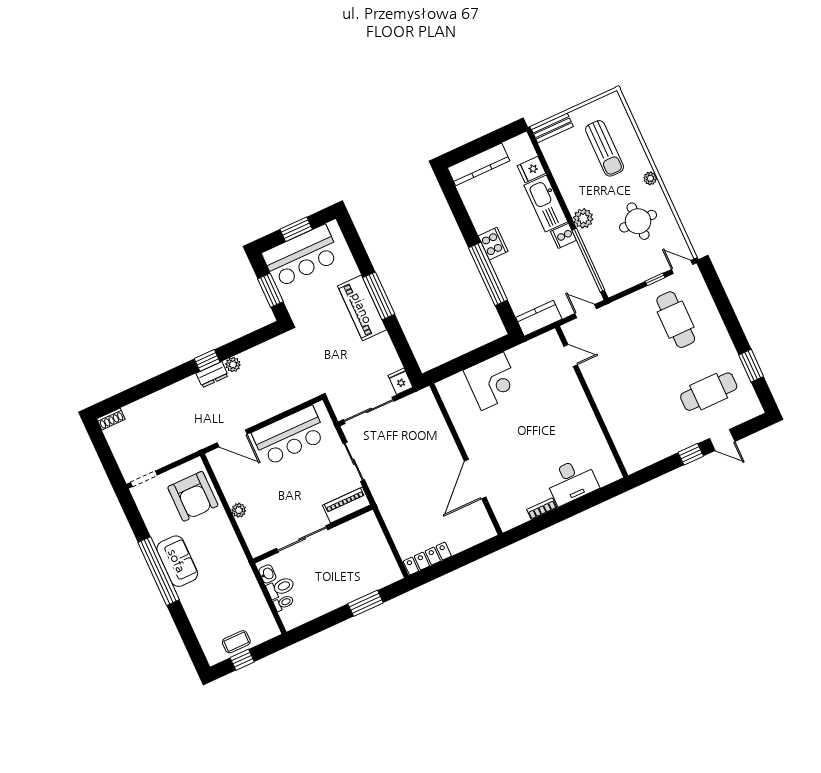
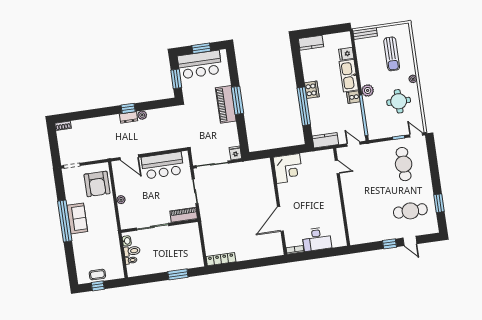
kitchen counter: (479, 164) -> (311, 43), width x0.67
wall: (466, 459) -> (278, 206), moved
door: (475, 479) -> (280, 219), moved

